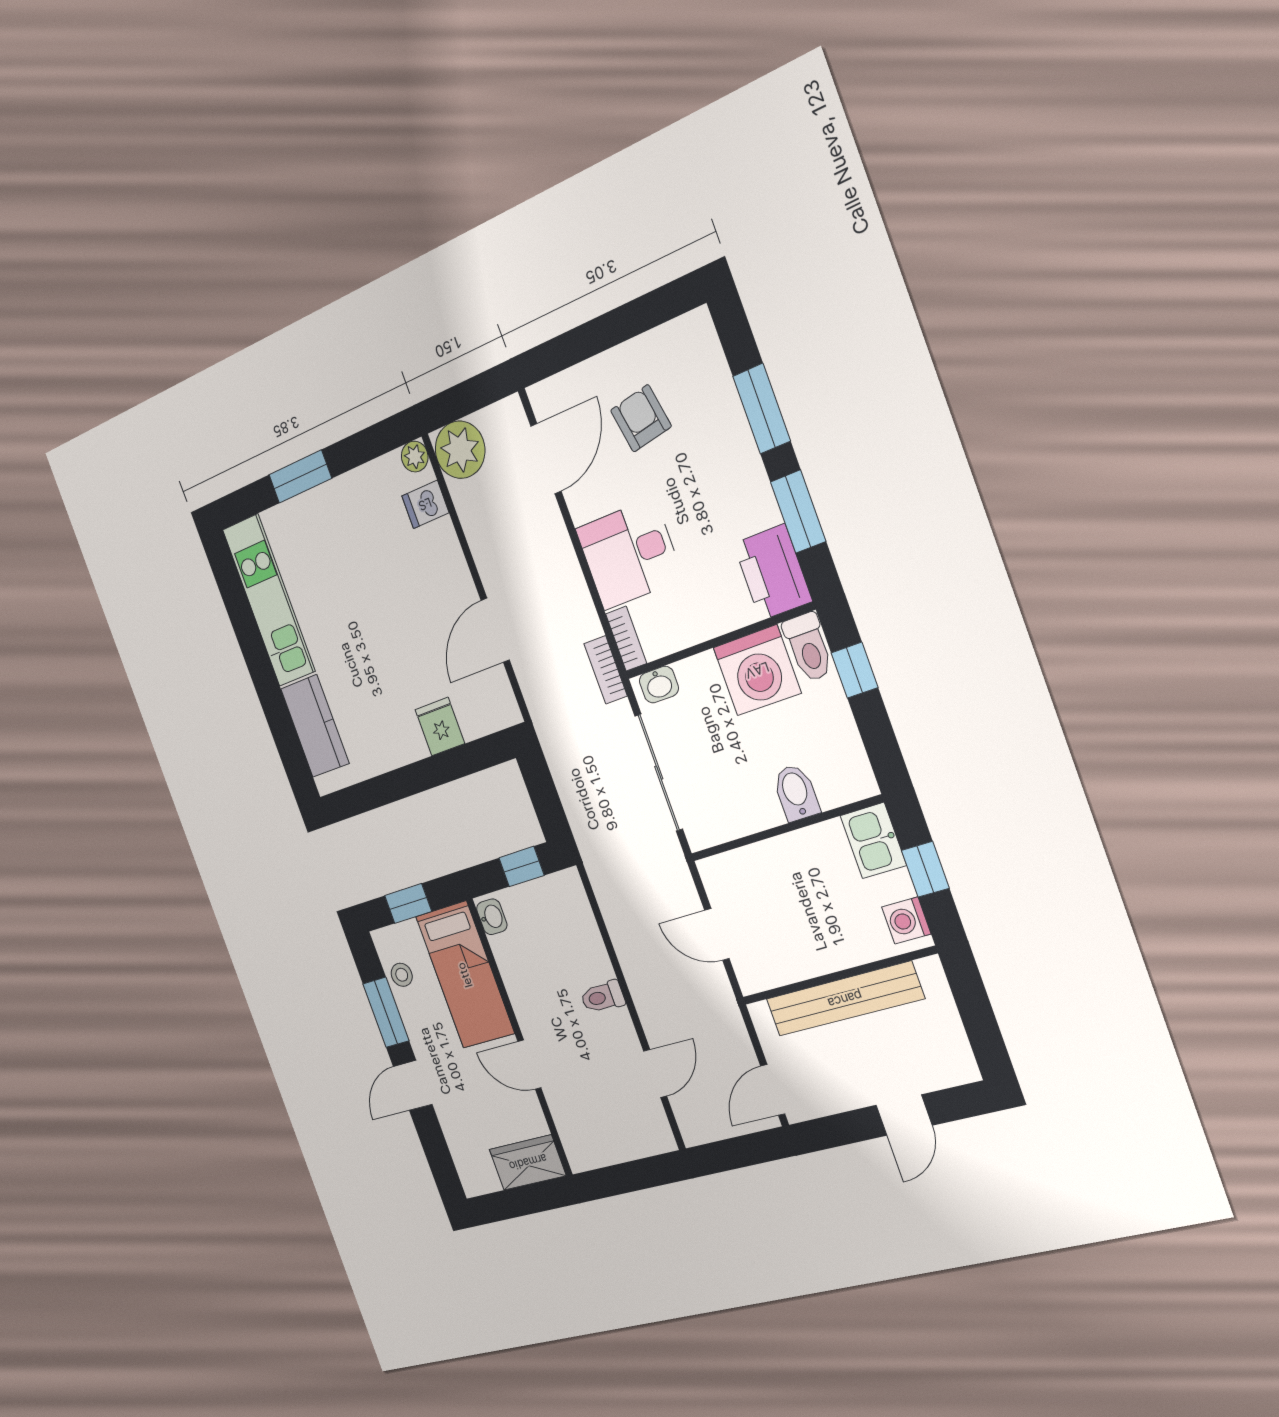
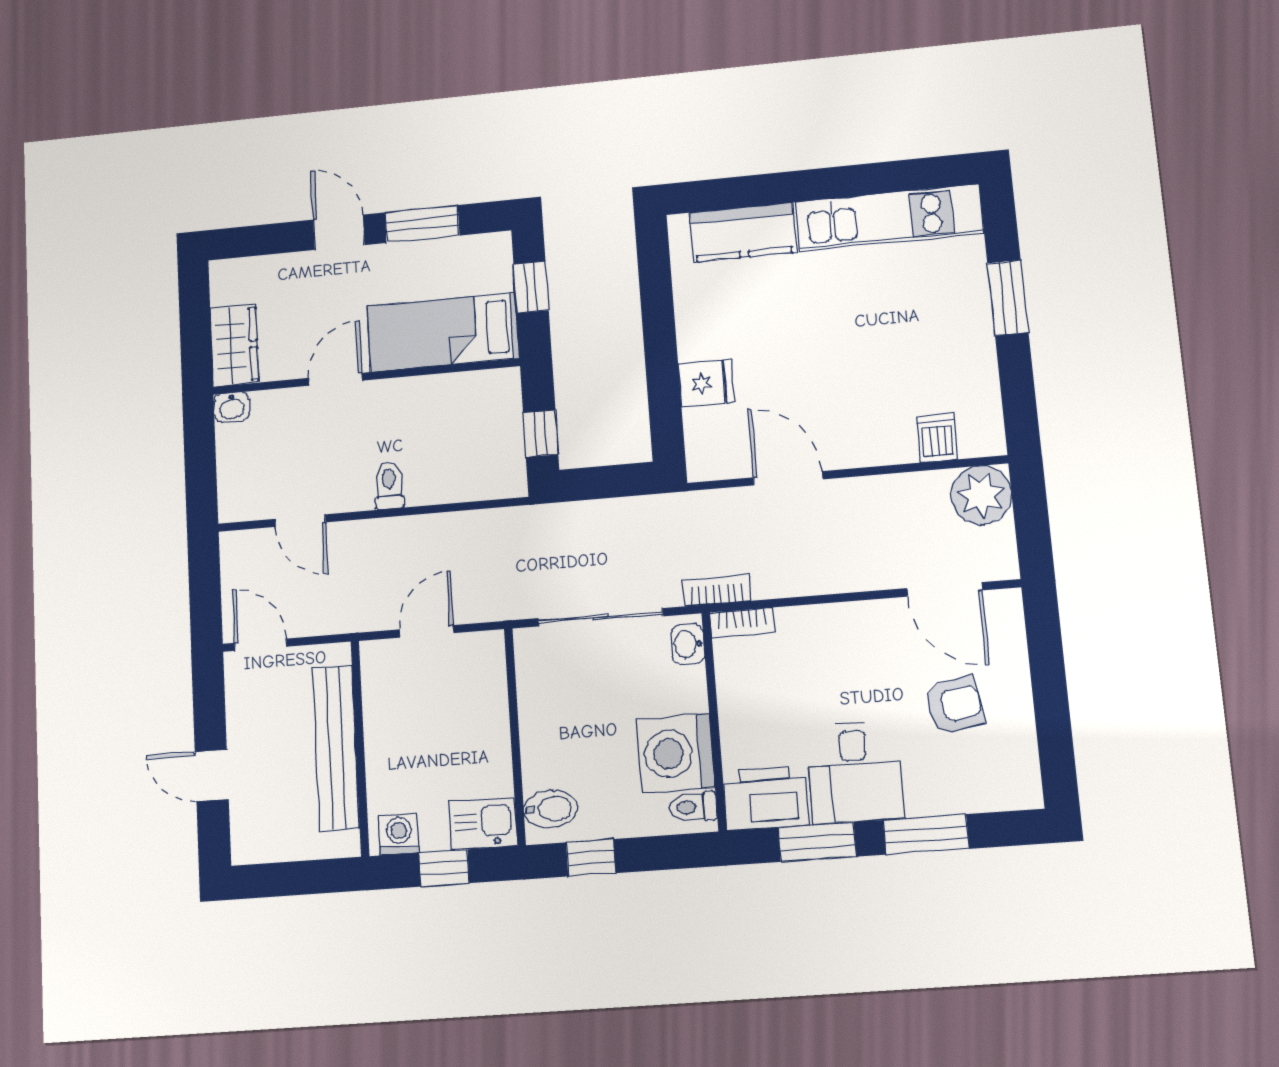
plant: (415, 457) -> (989, 441), removed
desk: (629, 554) -> (855, 772), moved, turned 180
toilet: (808, 647) -> (693, 807), width x0.73, depth x0.72
window: (855, 670) -> (591, 858), moved
bidet: (796, 793) -> (551, 809), moved
washbasin: (492, 917) -> (232, 407), moved
stool: (402, 975) -> (458, 256), removed

